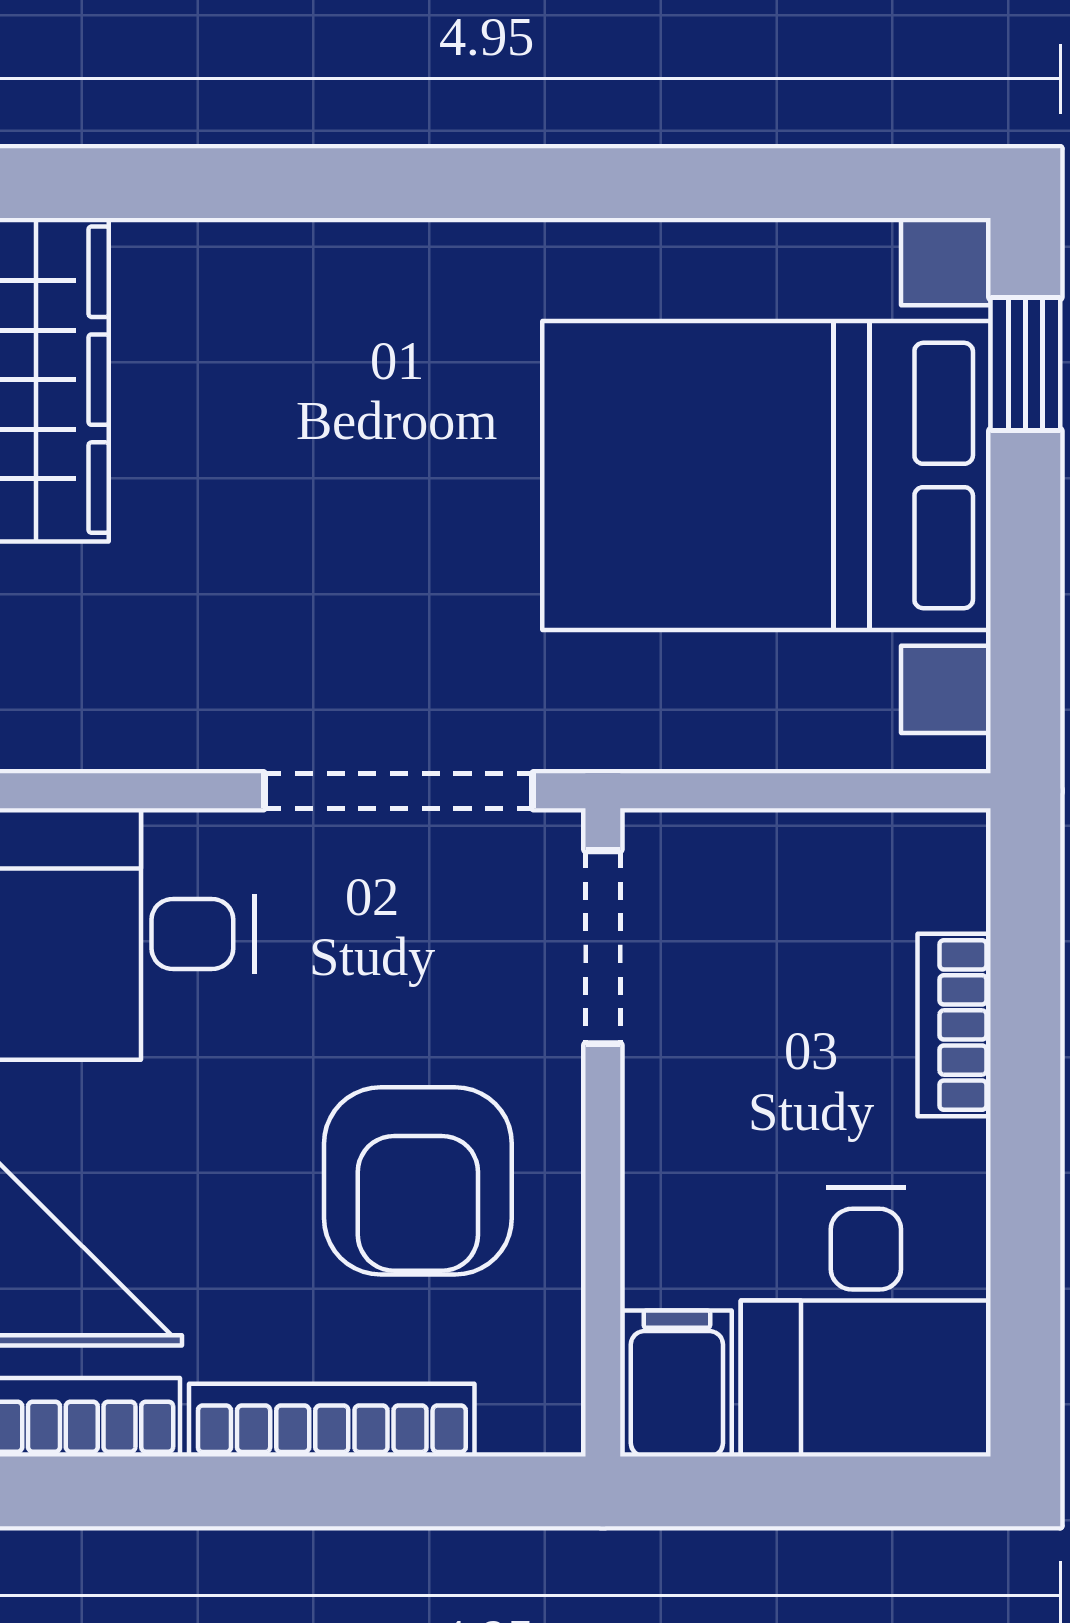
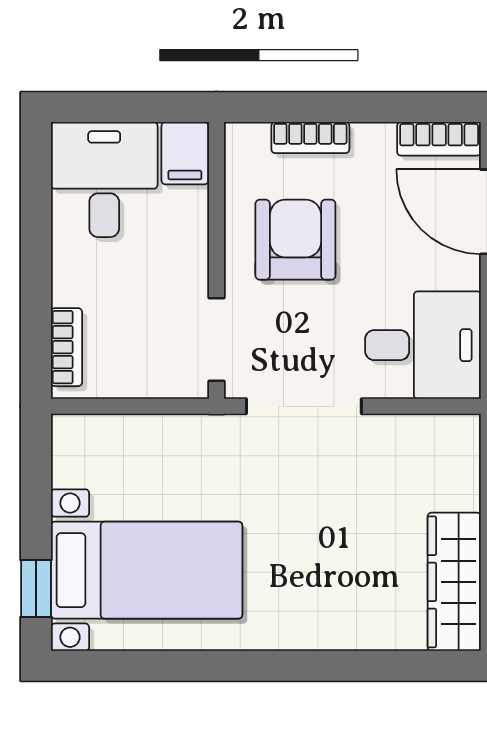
bed with nightstands: (767, 475) -> (147, 570), width x0.73
bookcase: (954, 1025) -> (66, 347), moved
bookcase: (332, 1420) -> (310, 138), width x0.64

